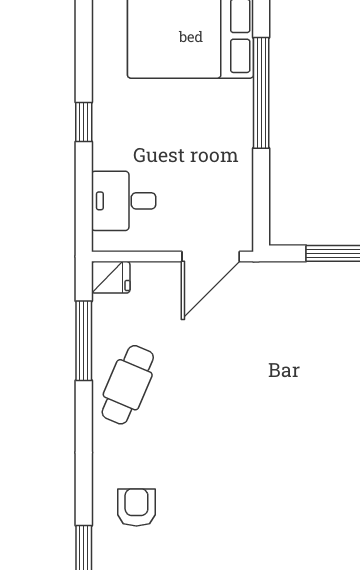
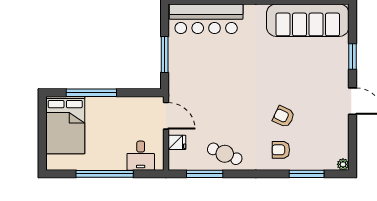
window: (84, 122) -> (105, 174), width x3.17
fridge: (111, 277) -> (177, 142), moved, turned 90
armchair: (209, 513) -> (284, 117), added

